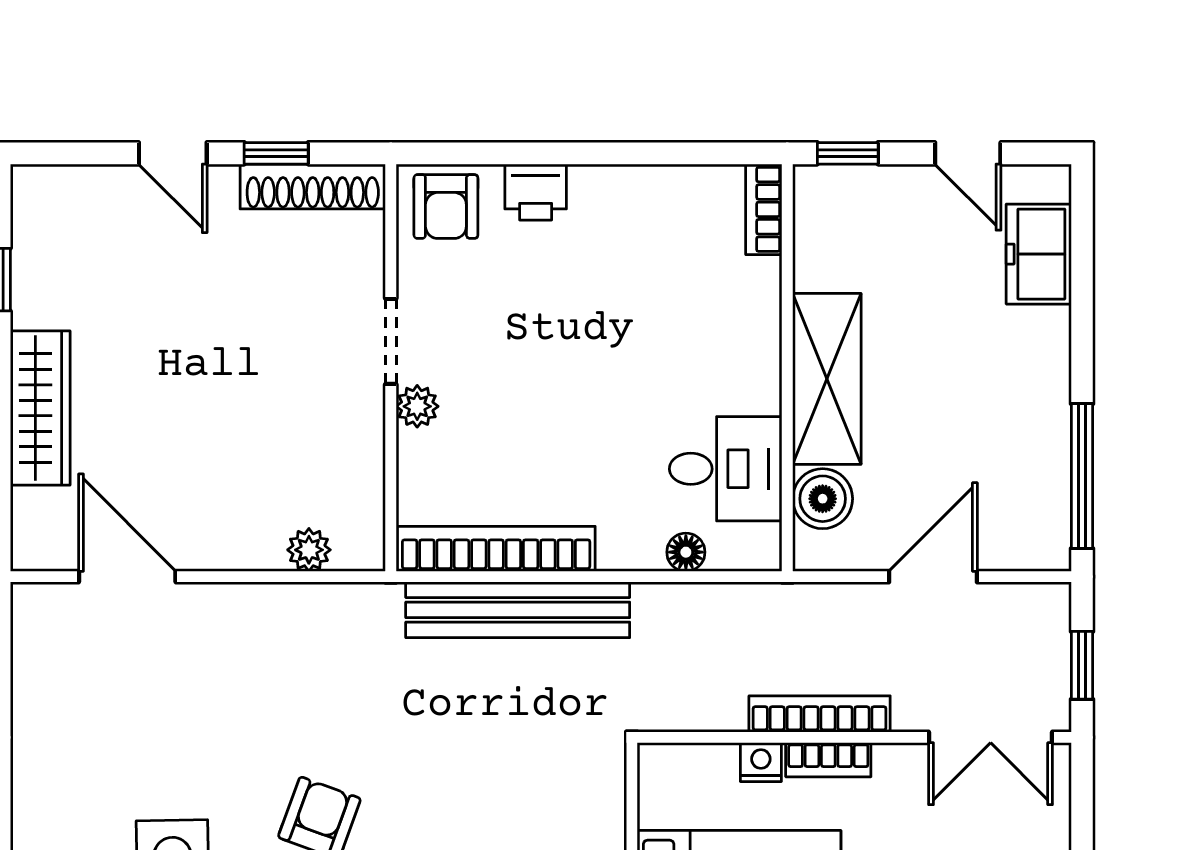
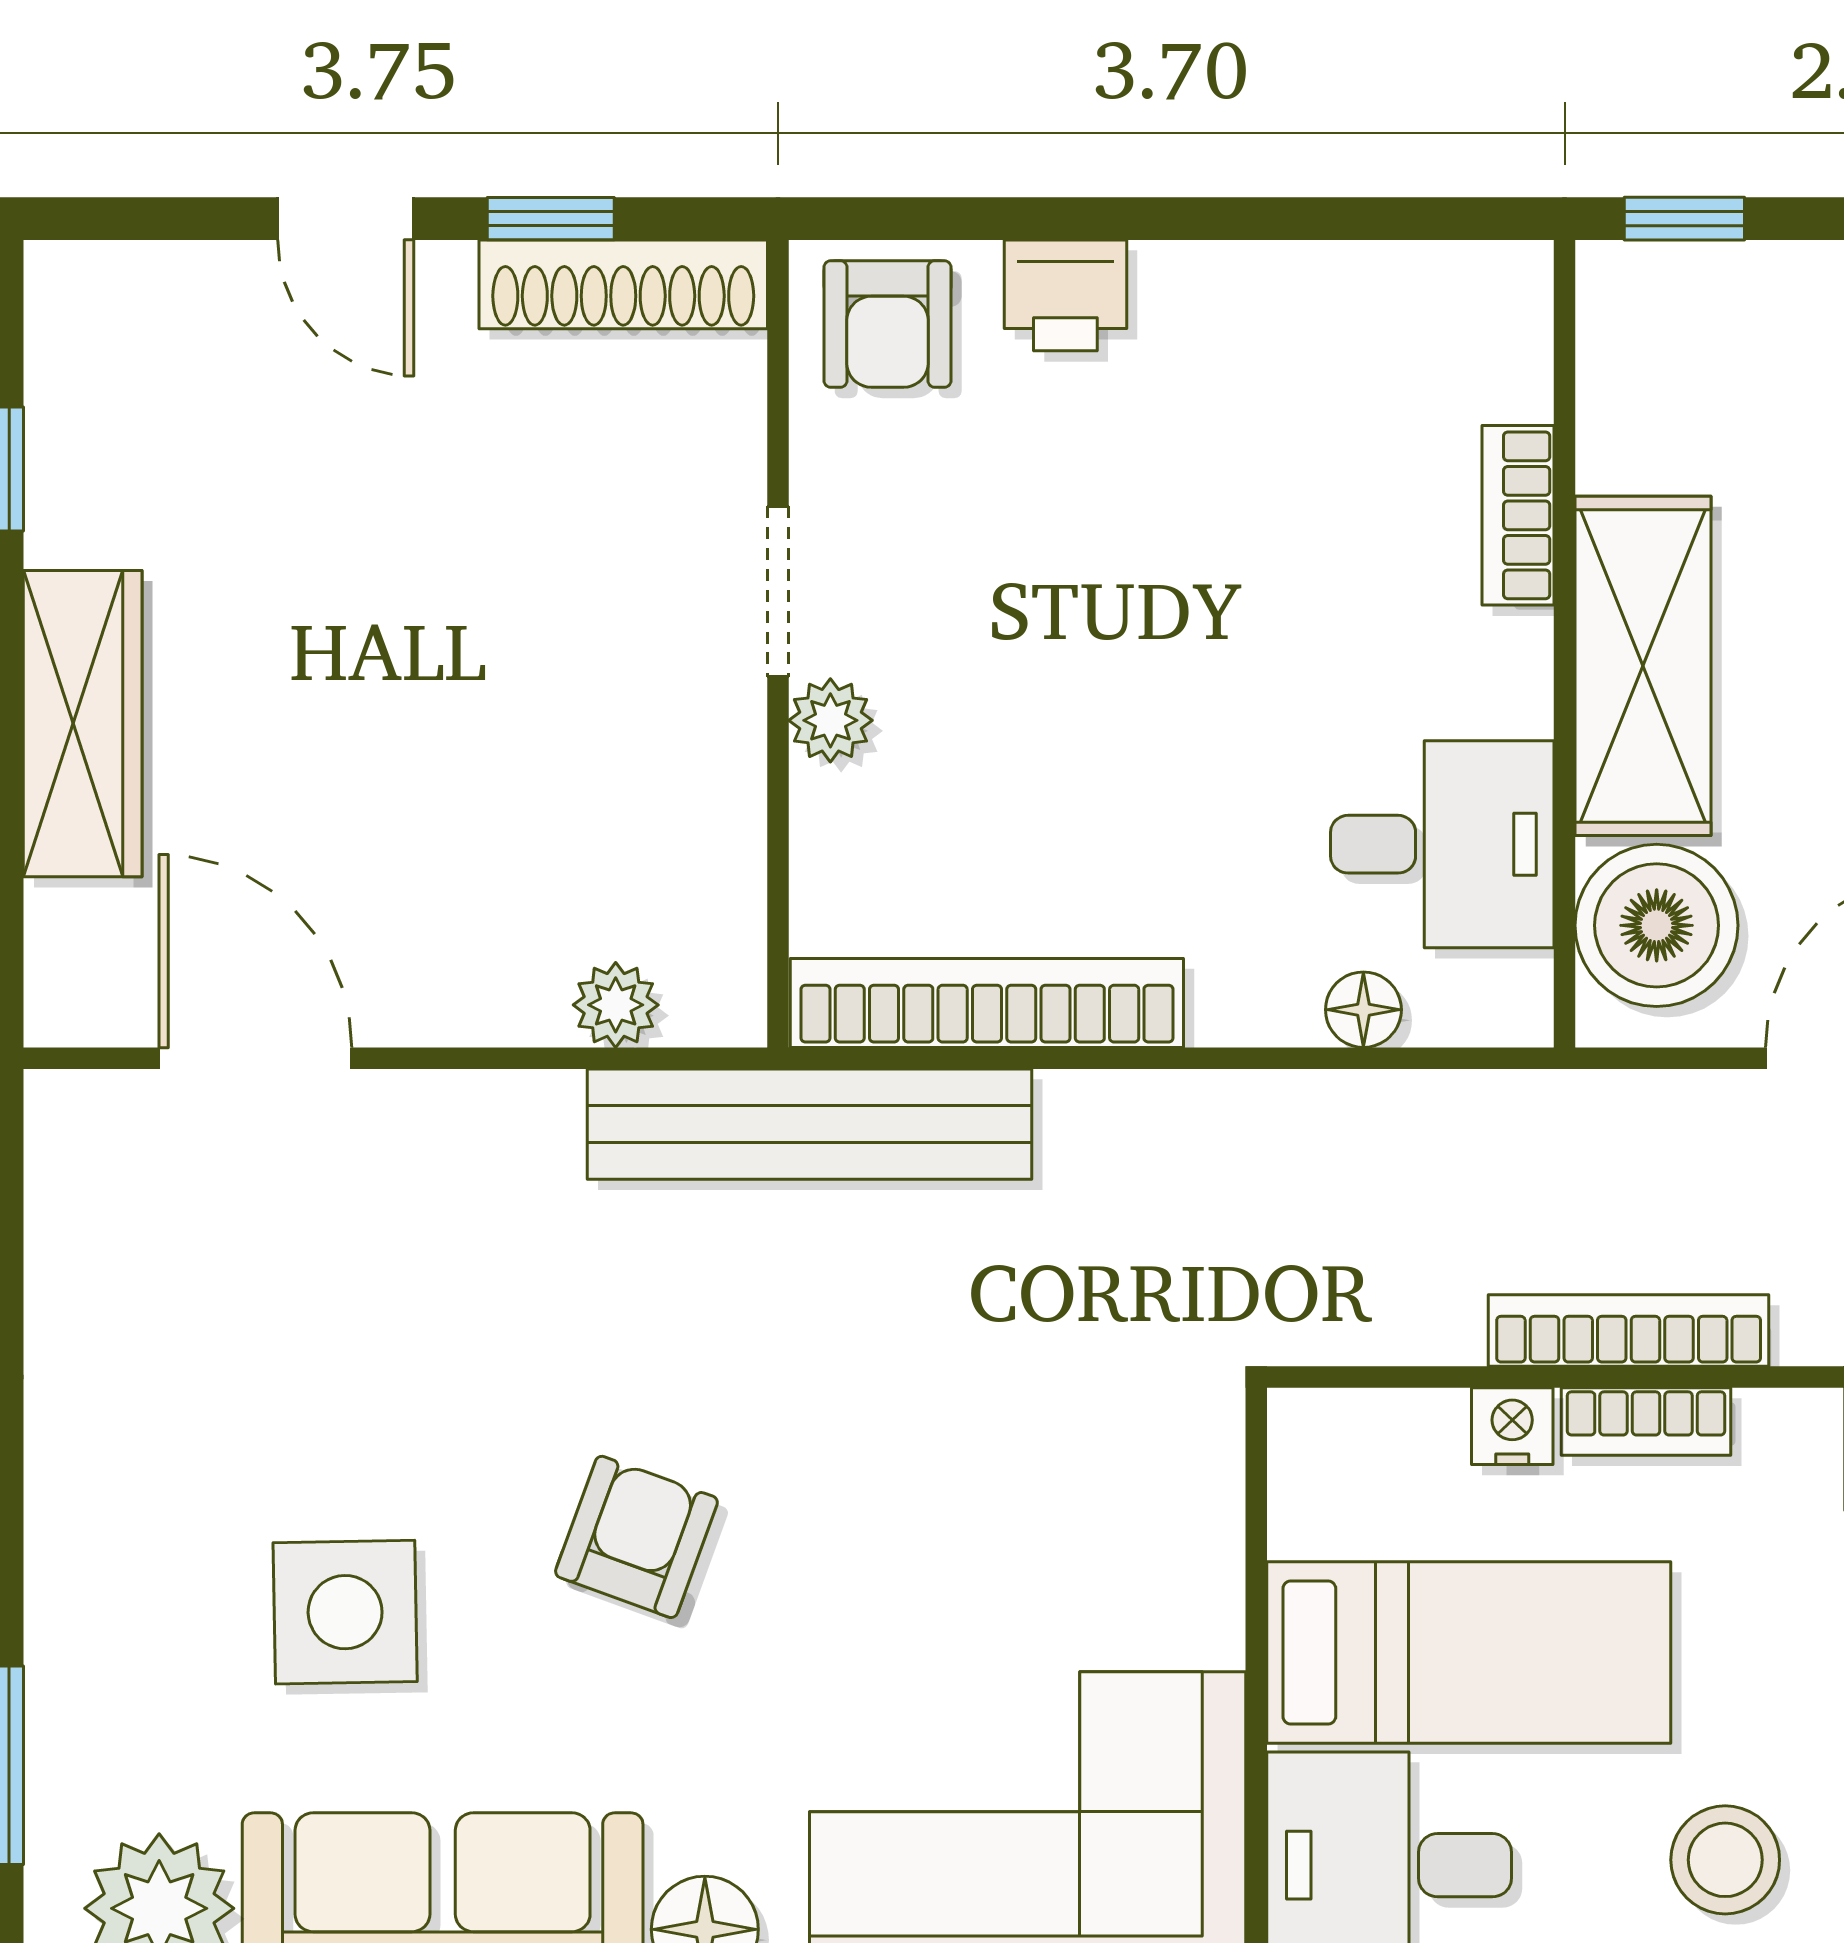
bookcase: (764, 209) -> (1518, 515), moved
boiler: (823, 499) -> (1657, 925), width x1.37, depth x1.37
bench: (518, 610) -> (810, 1124), moved

